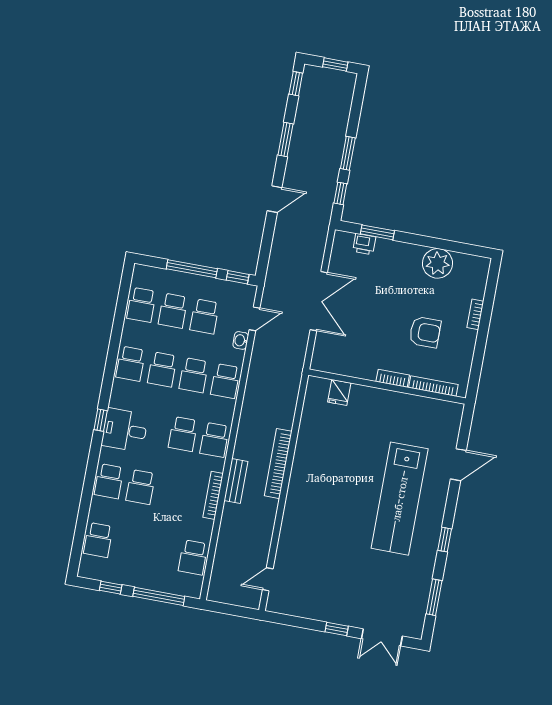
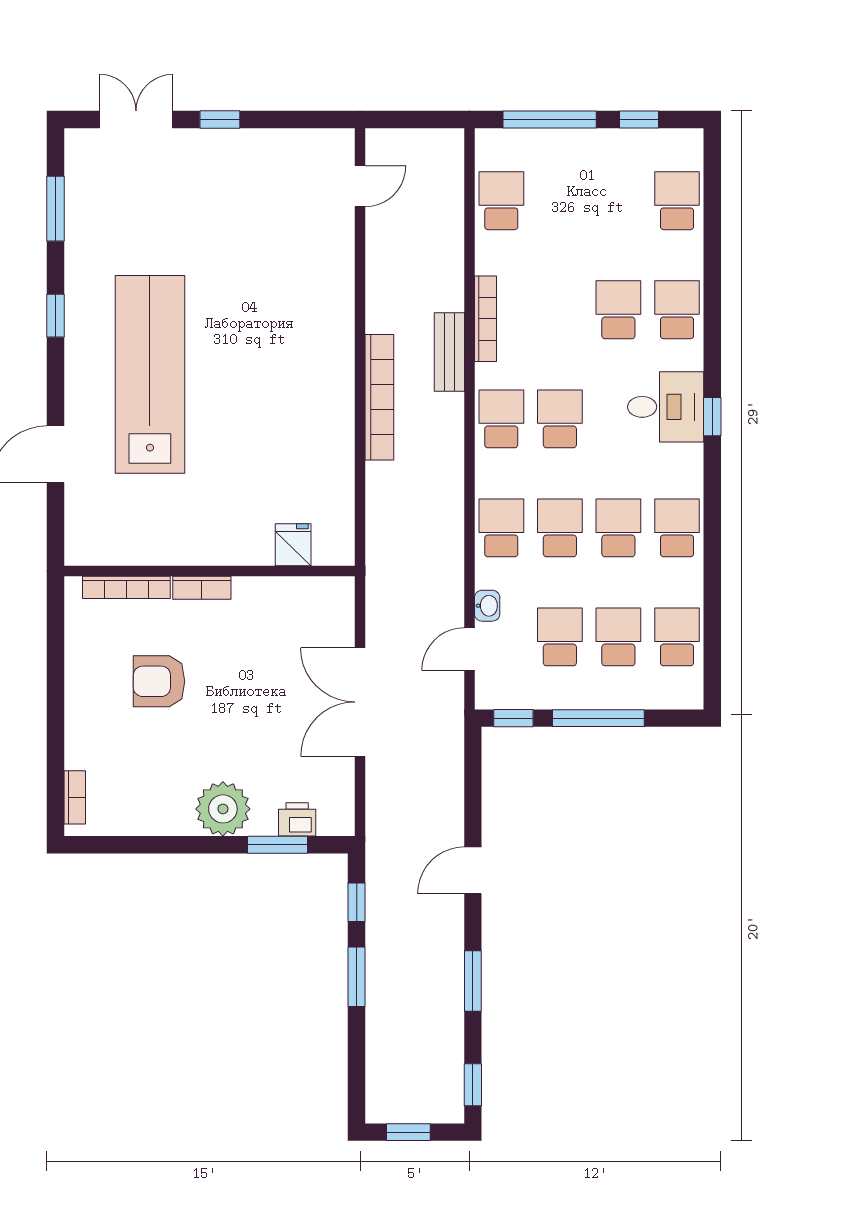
plant: (438, 263) -> (223, 809), moved
bookcase: (475, 314) -> (75, 797), moved

